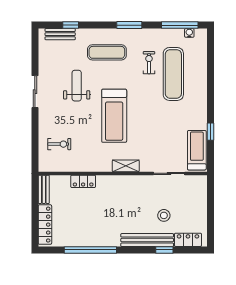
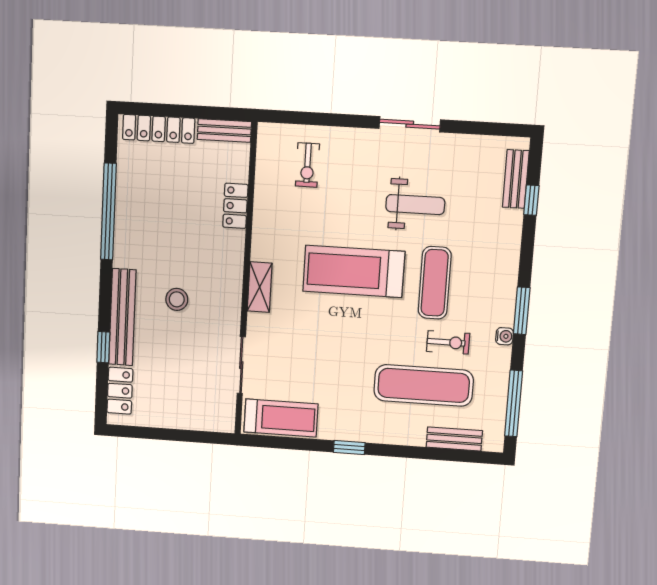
water cooler: (189, 33) -> (505, 336), moved
exercise mat: (107, 52) -> (435, 283), moved
bench: (202, 55) -> (454, 439), added
window: (211, 132) -> (349, 448), moved
stool: (164, 215) -> (177, 299), moved

